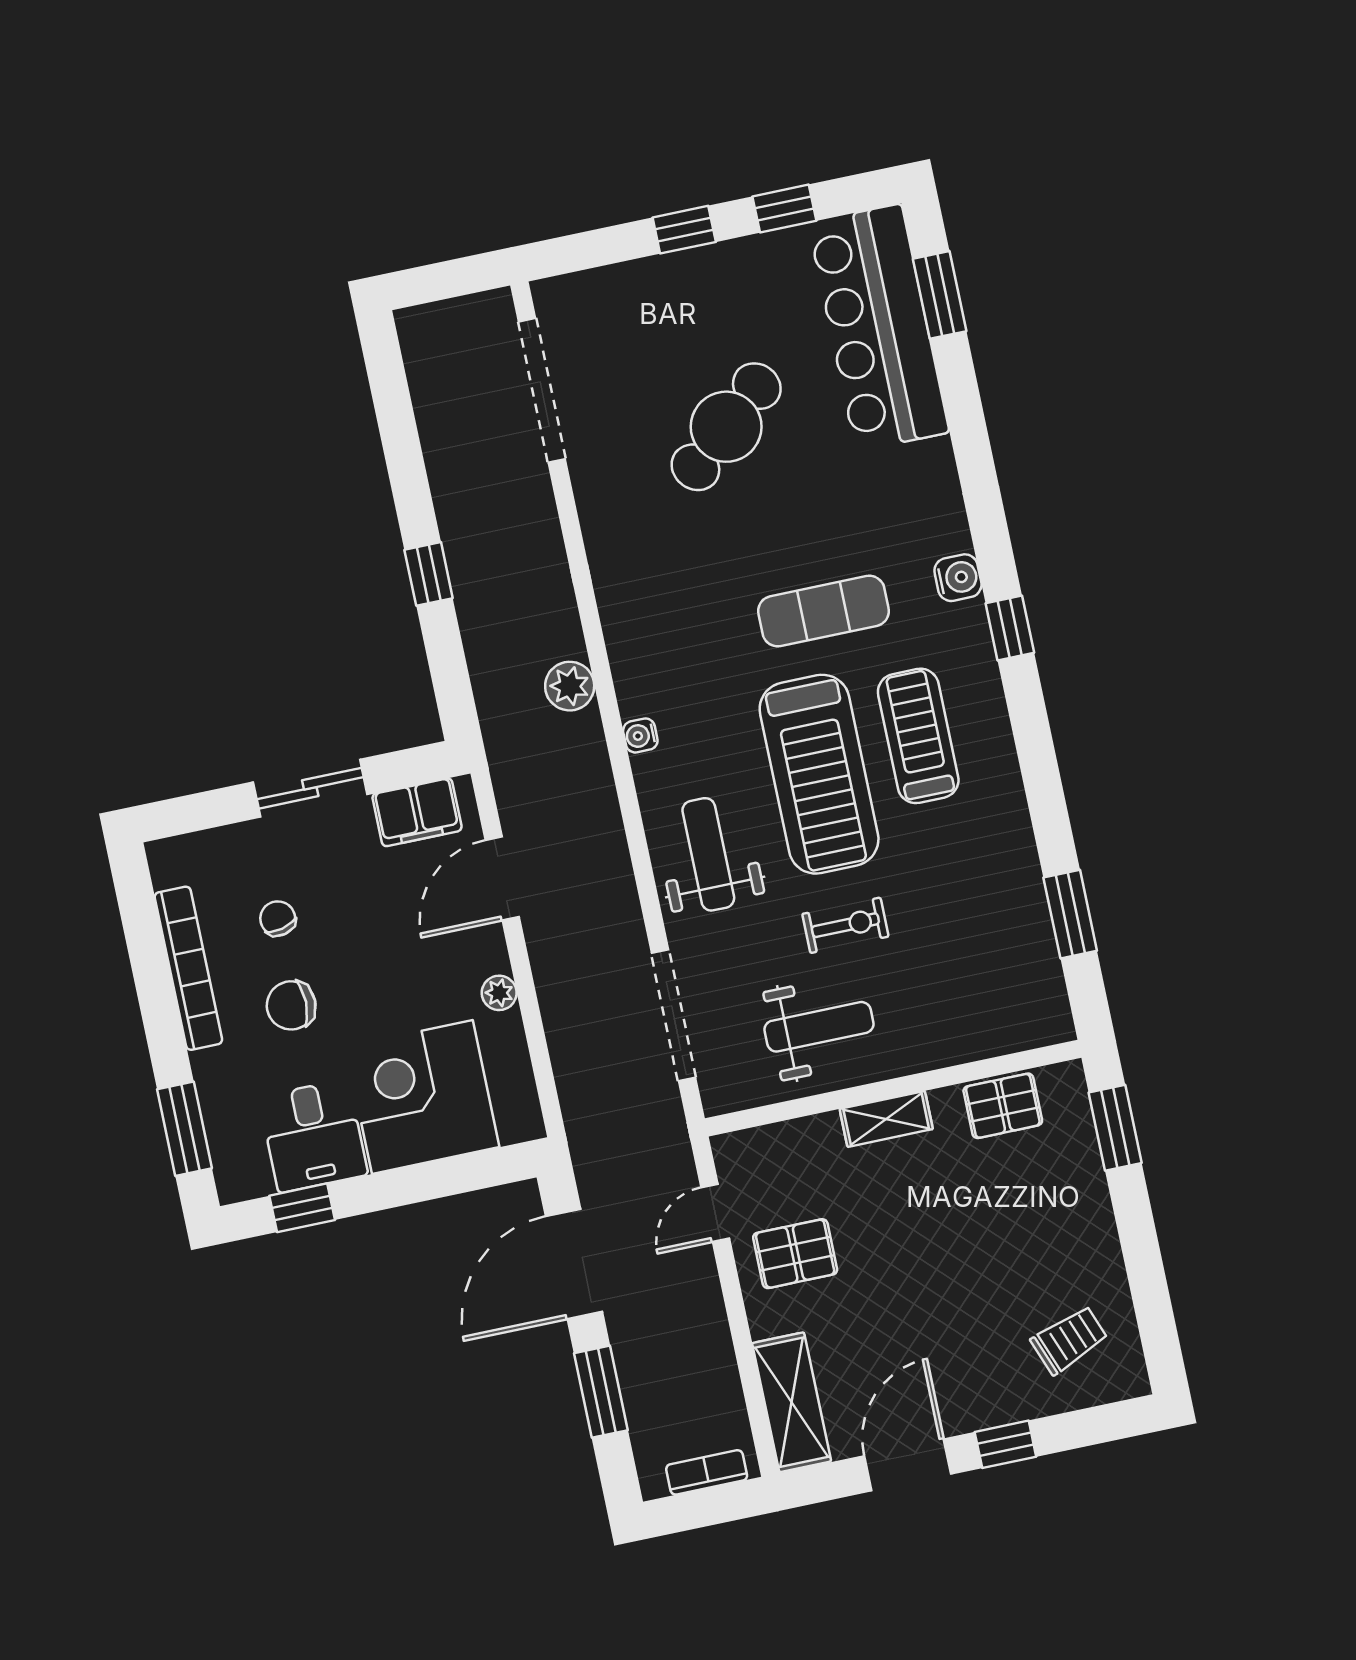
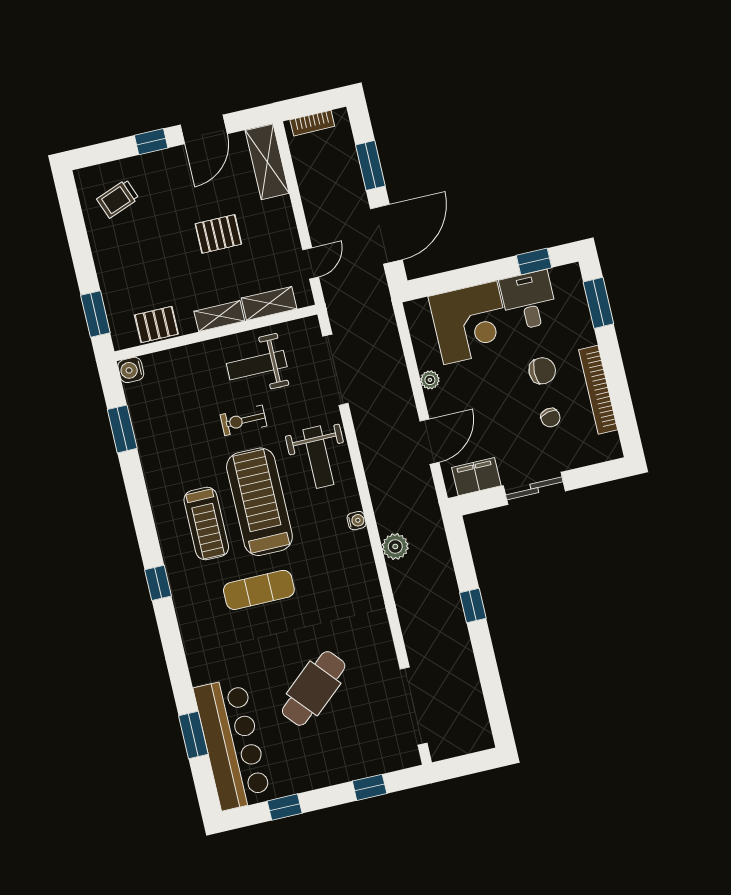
window: (684, 230) -> (370, 787), moved
window: (940, 295) -> (193, 735), moved
water cooler: (958, 578) -> (131, 370), moved
shelving: (794, 1140) -> (269, 303), added
pallet: (795, 1254) -> (218, 234), moved

